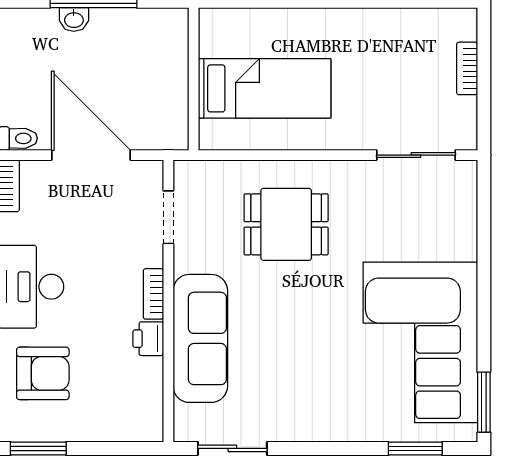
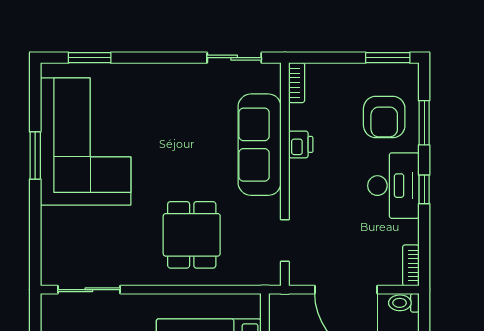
dining table: (286, 224) -> (192, 235), turned 90
bookcase: (153, 294) -> (297, 83), moved
armchair: (43, 373) -> (384, 117), turned -90
window: (484, 402) -> (35, 155), moved

